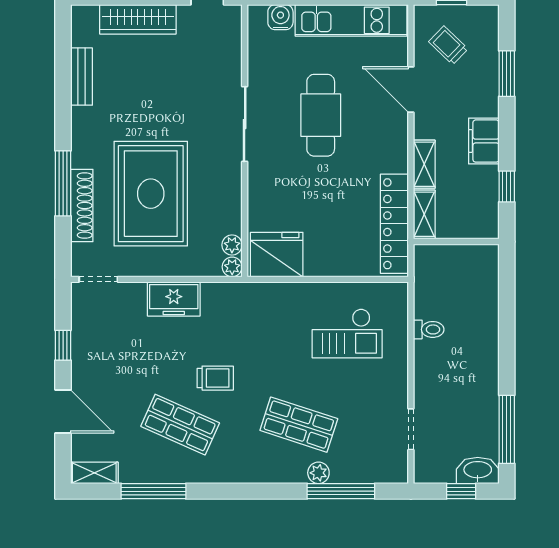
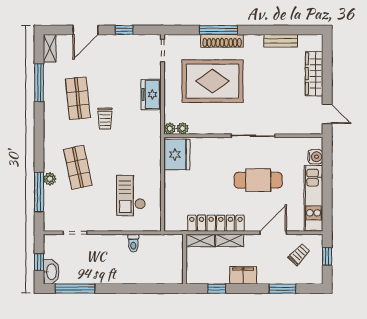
shoe rack: (82, 206) -> (222, 41), moved
locker: (394, 224) -> (216, 223), moved
shop shelf: (180, 425) -> (78, 98), turned -30
shop shelf: (299, 425) -> (78, 167), turned -30

